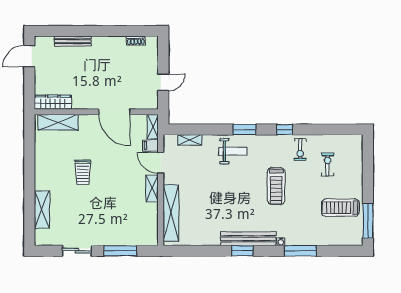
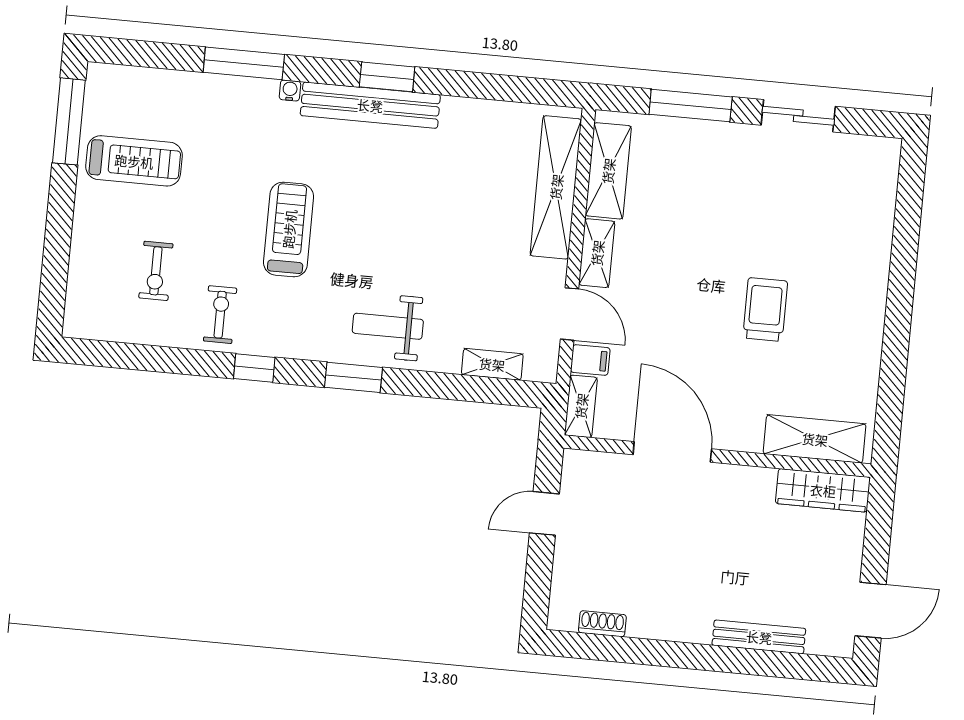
shelving: (42, 209) -> (608, 171), moved

